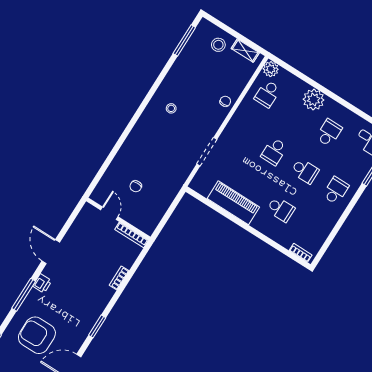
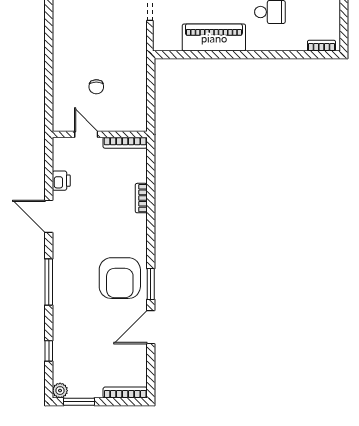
printer: (42, 283) -> (61, 181), moved
window: (97, 326) -> (151, 284), moved
armchair: (37, 335) -> (120, 278), moved, turned -90

